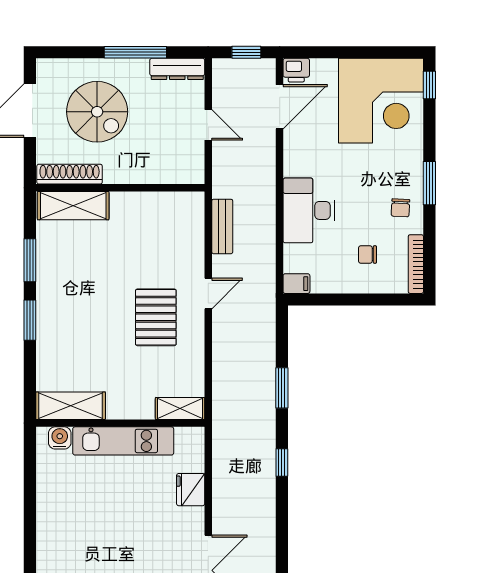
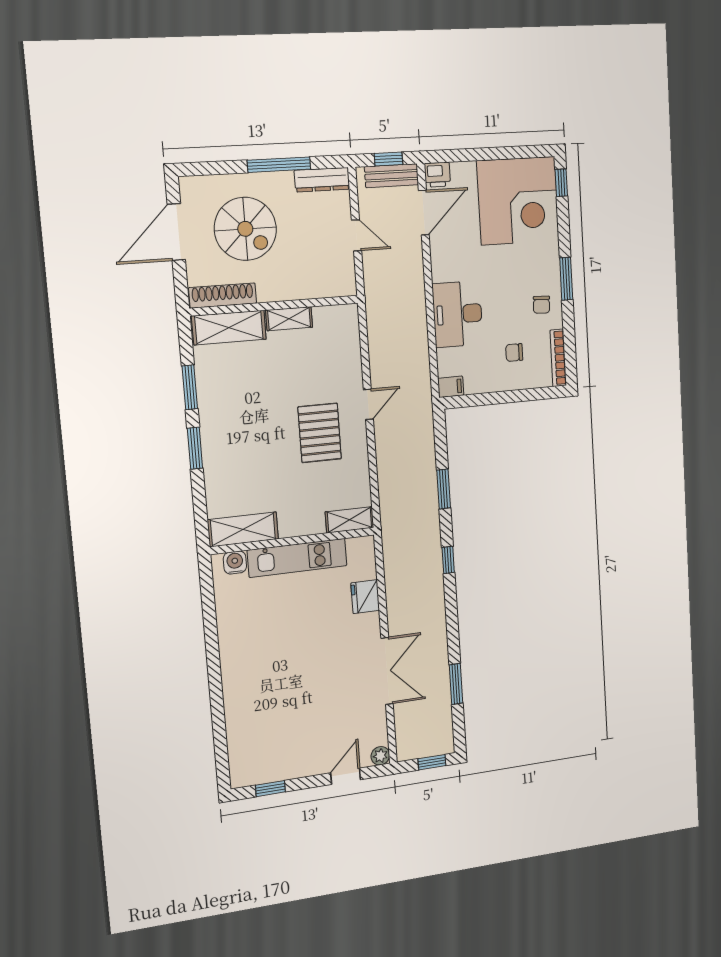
shelving: (134, 202) -> (289, 319), added
bench: (222, 226) -> (392, 176), moved, turned 90

